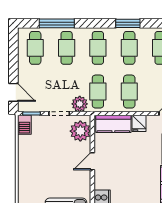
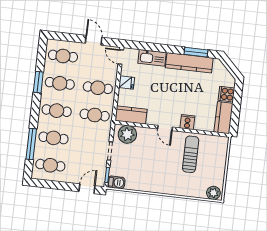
plant: (80, 104) -> (104, 132), removed
kitchen counter: (113, 124) -> (131, 115), moved, turned -90
door: (92, 161) -> (165, 128), moved

